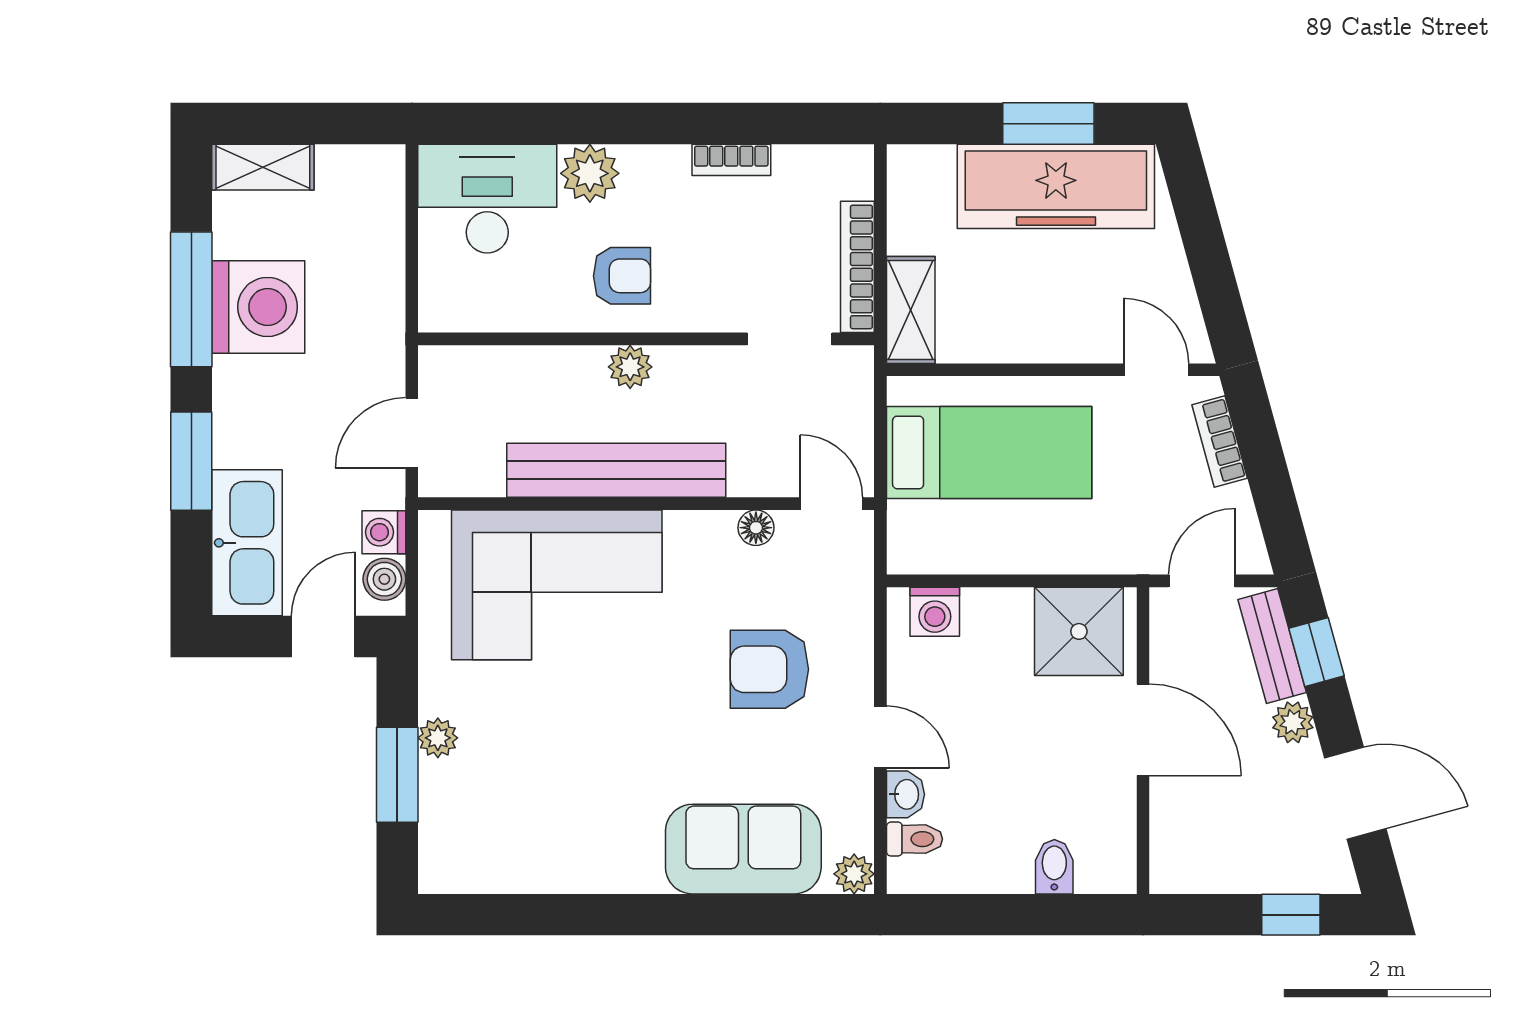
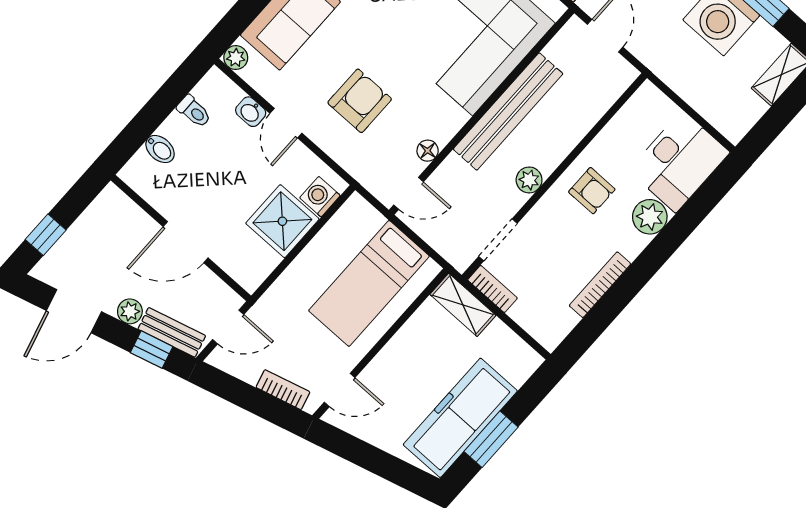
bookcase: (731, 160) -> (600, 285), width x1.56
bookcase: (857, 267) -> (492, 289), width x0.64
armchair: (622, 276) -> (592, 191), turned -90
plant: (630, 367) -> (529, 180), moved
door: (1202, 581) -> (228, 327), hinge flipped
shower: (1079, 631) -> (282, 221), moved
door: (880, 737) -> (286, 123), hinge flipped
toilet: (915, 839) -> (194, 111), moved, turned -90

